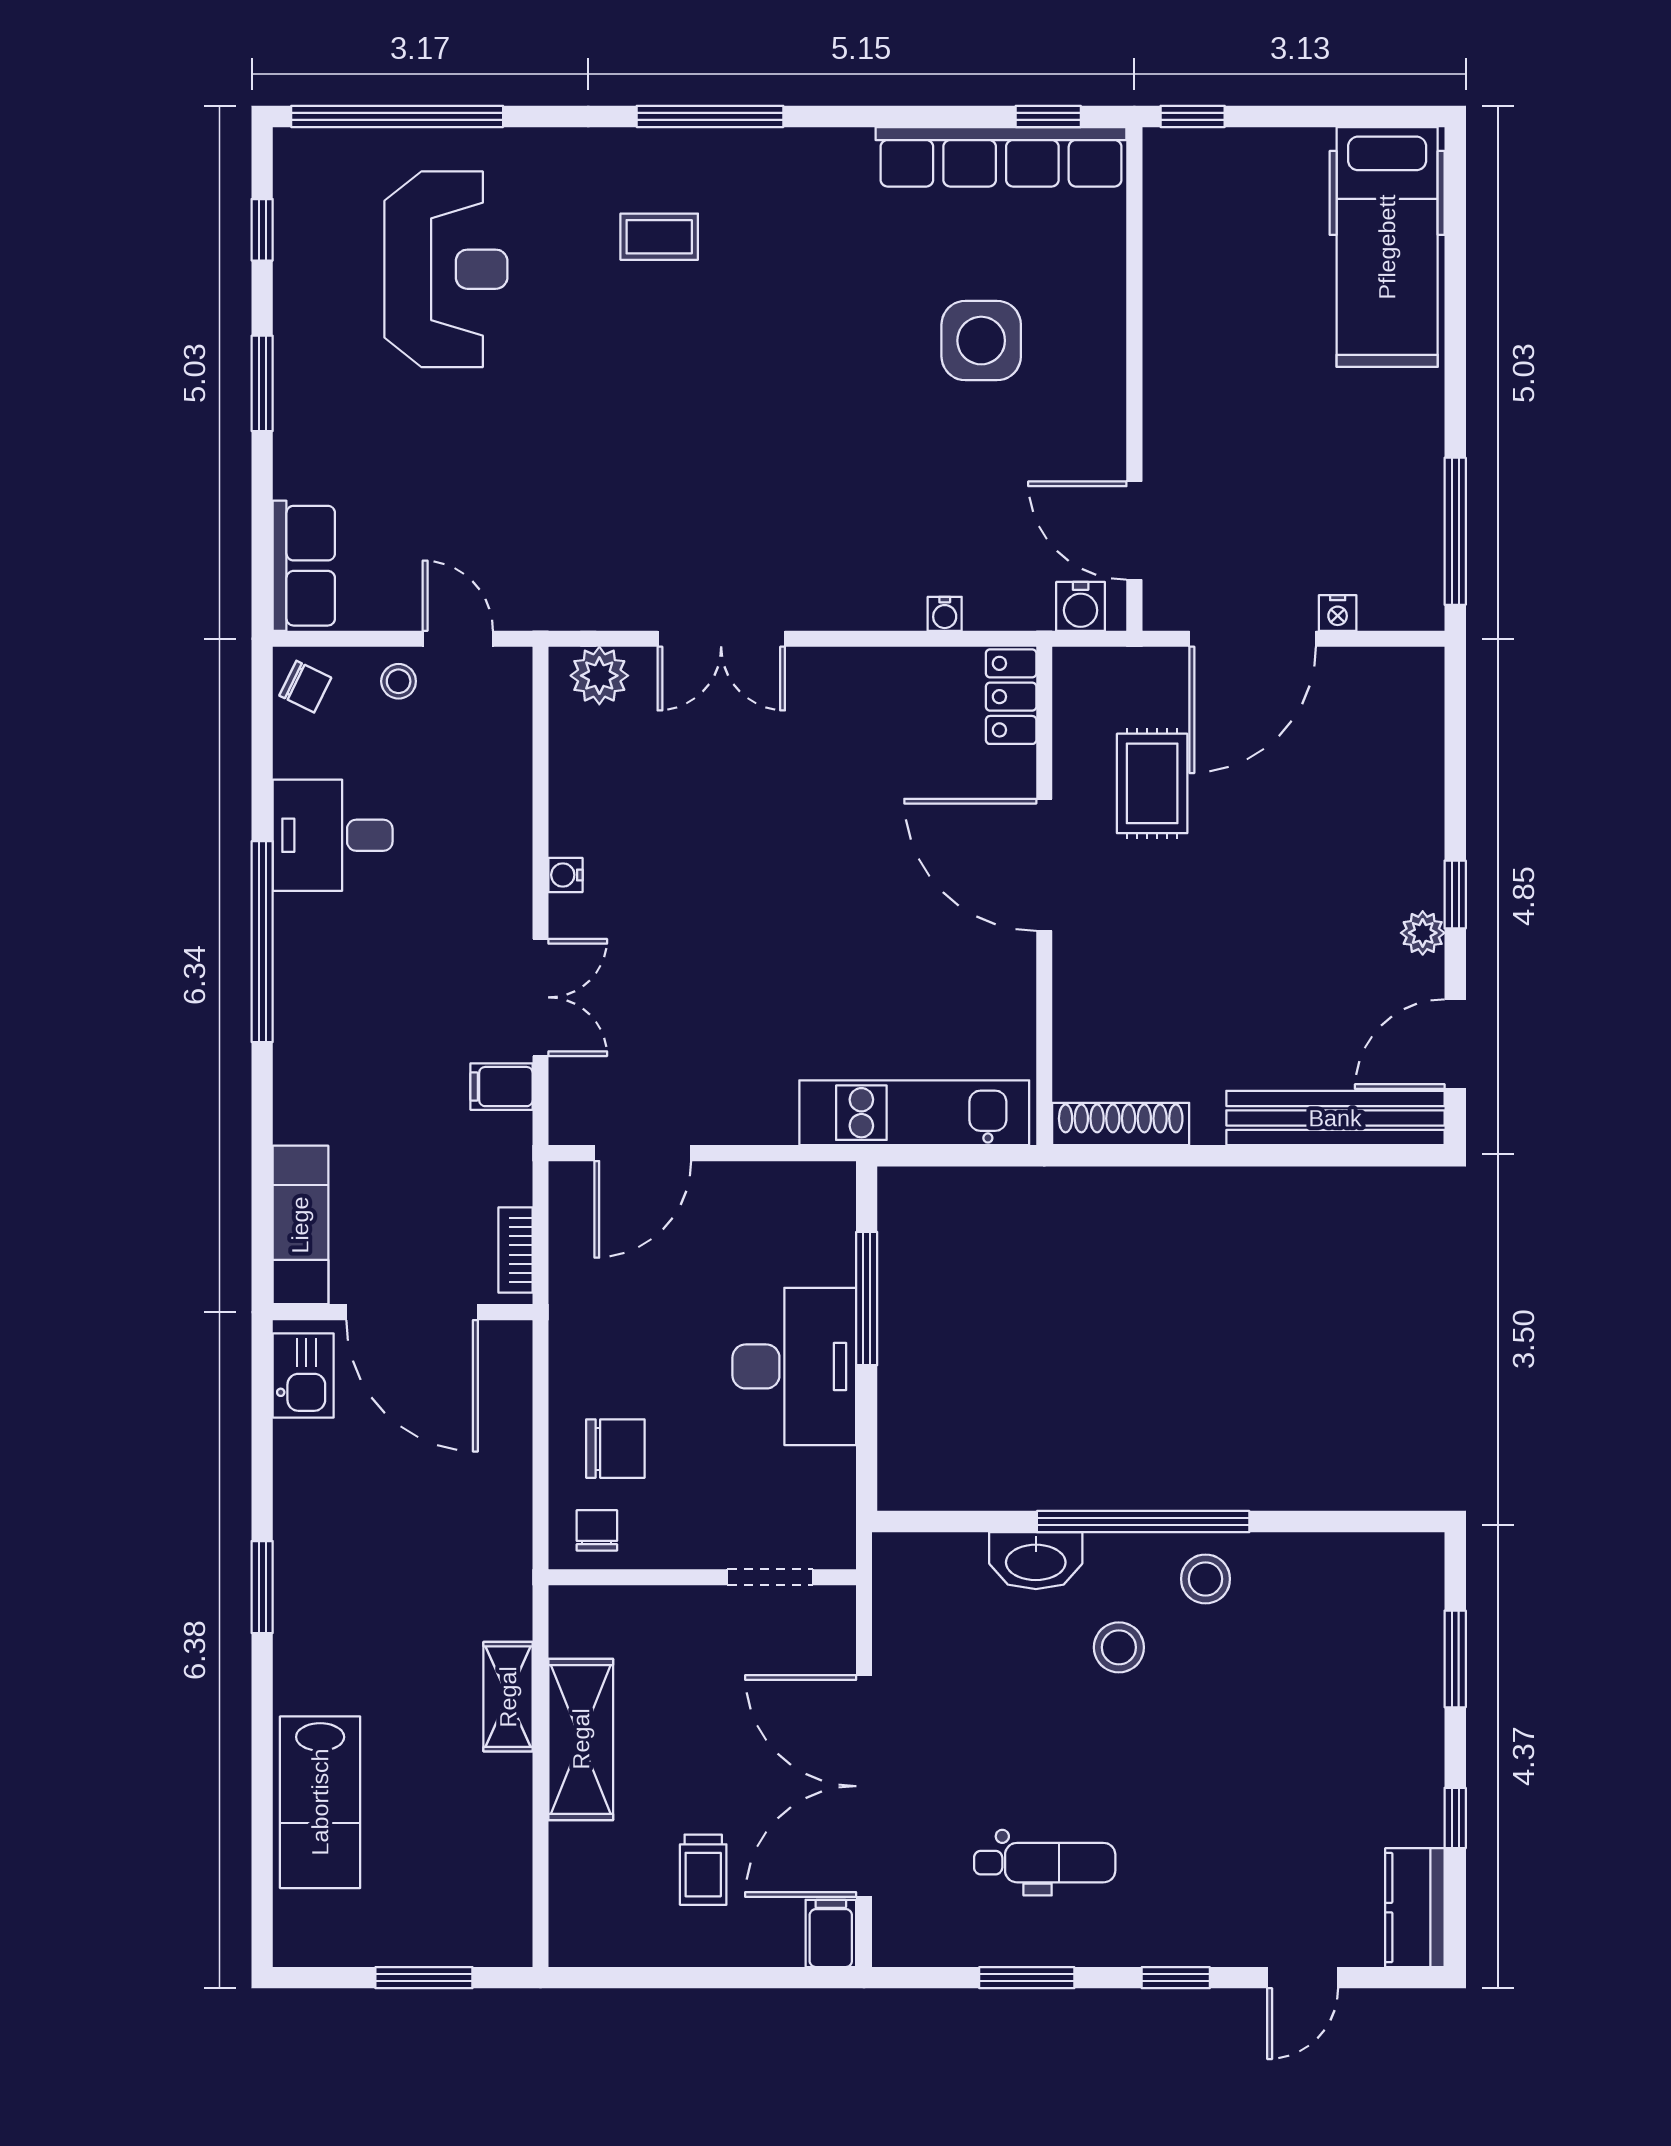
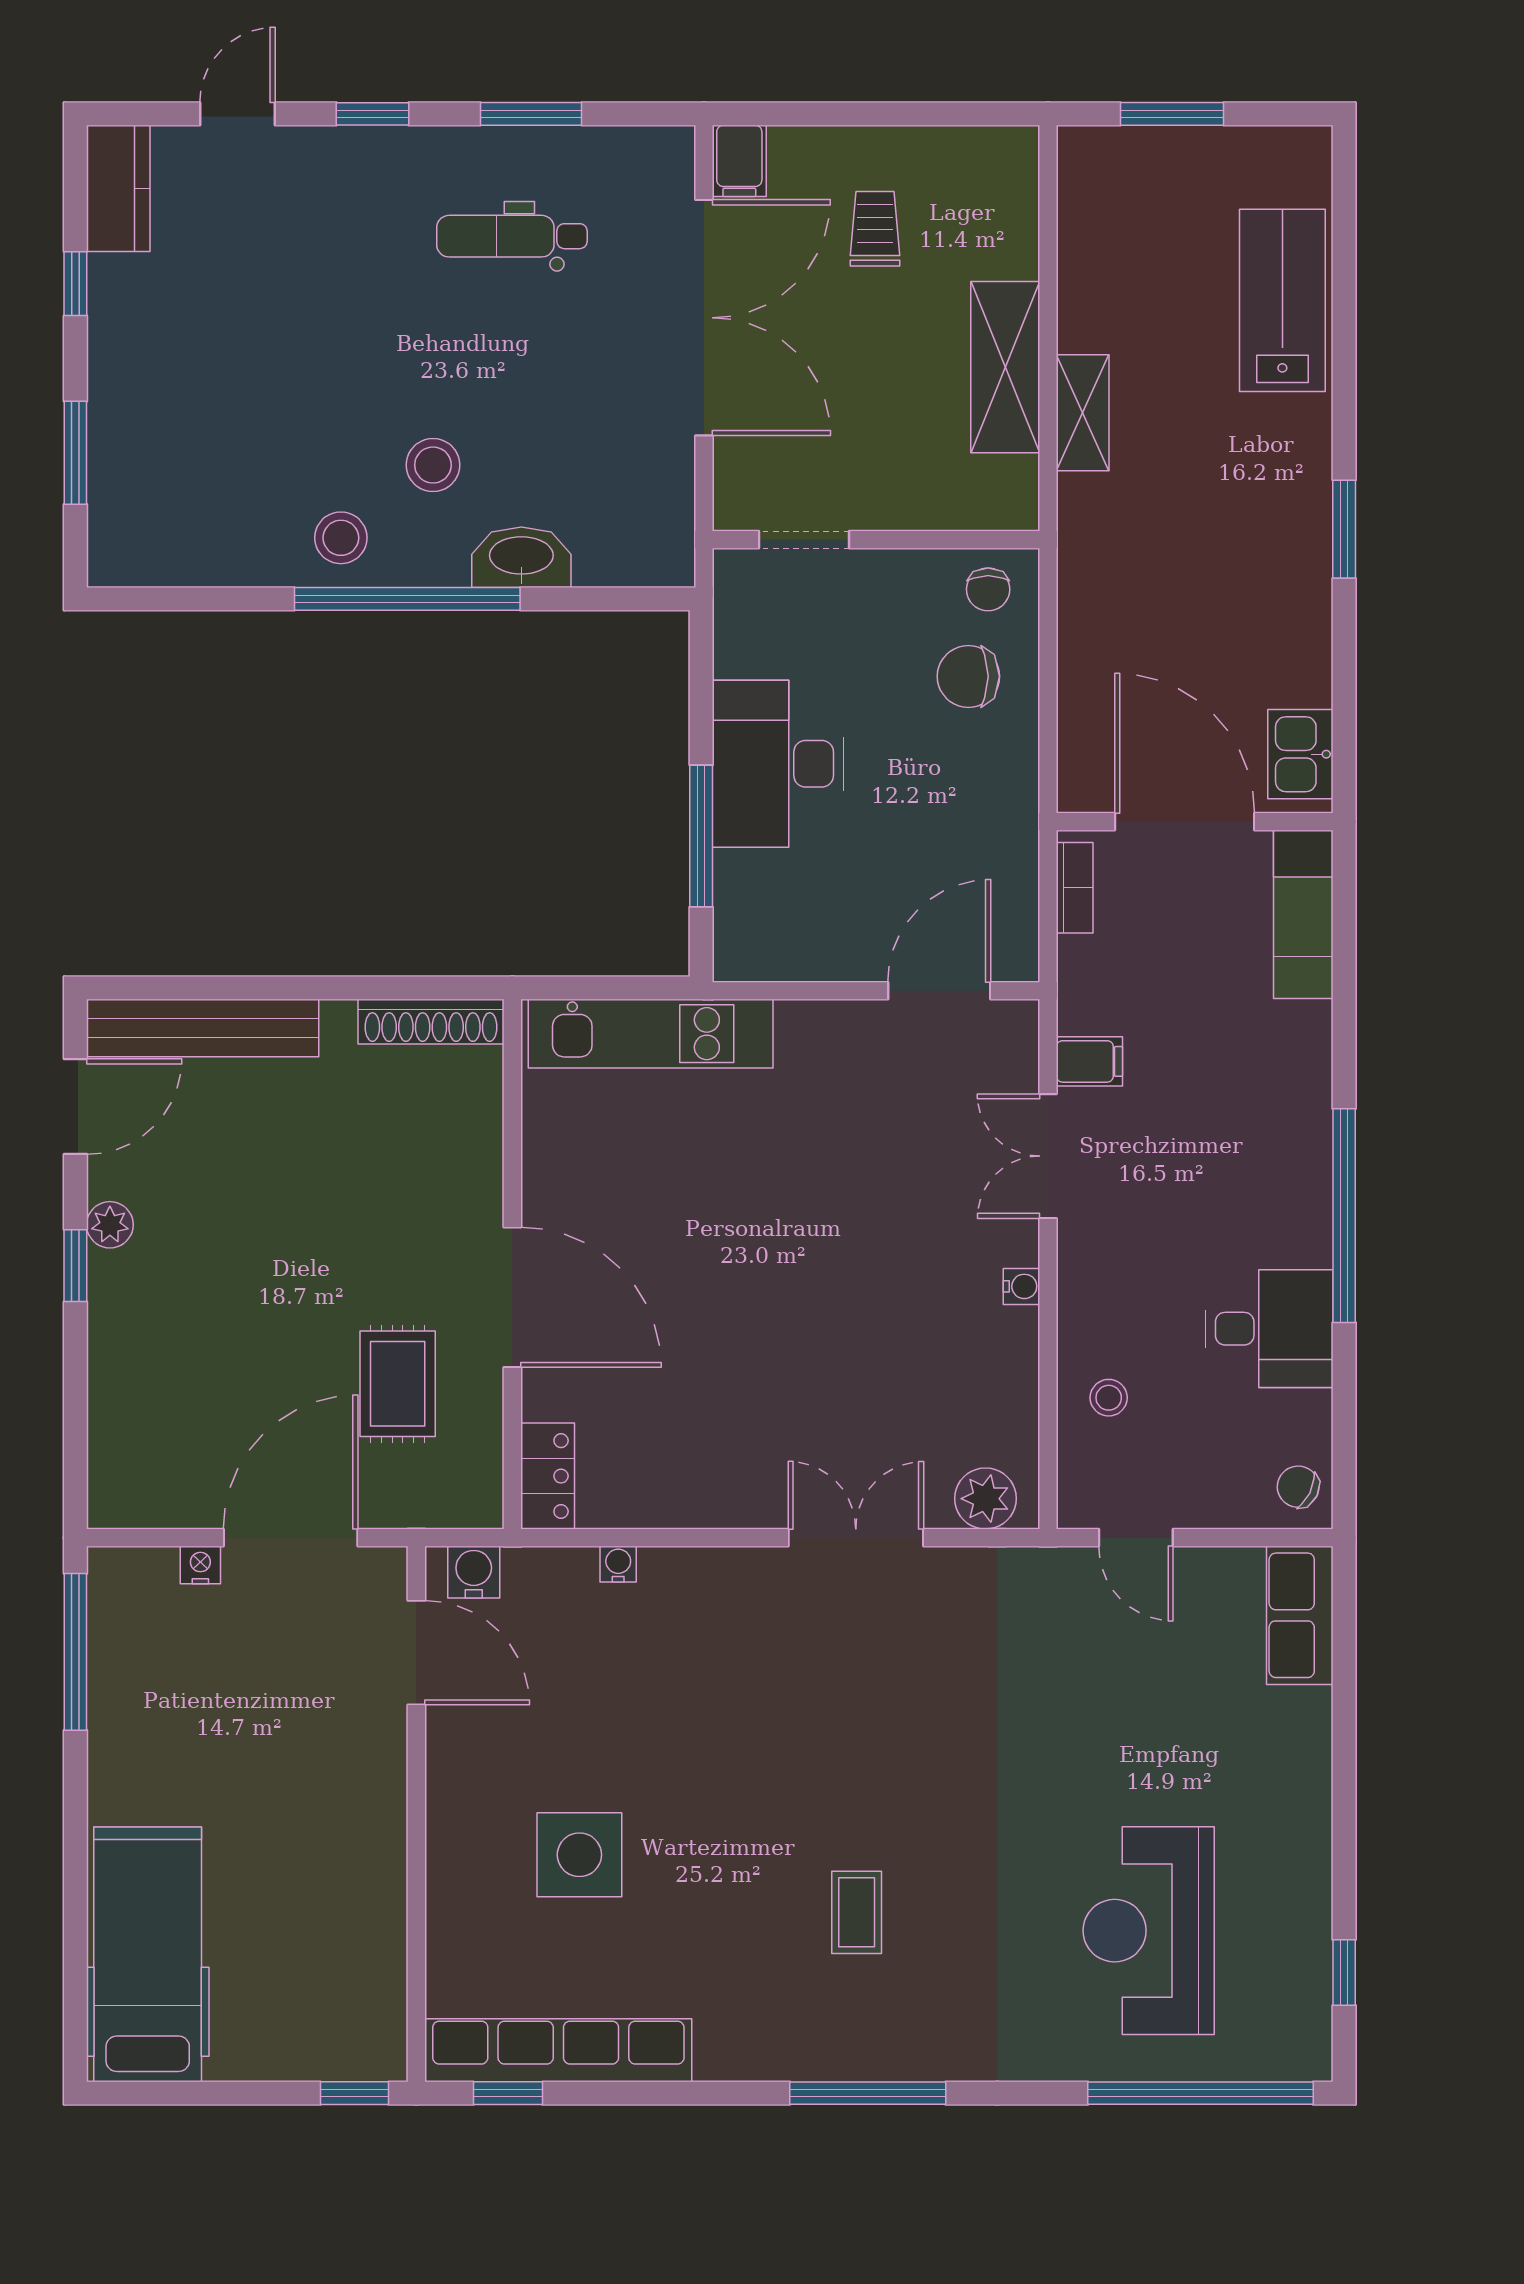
coffee table: (659, 237) -> (857, 1912), moved, turned 90
window: (262, 383) -> (1344, 1809), removed
stool: (399, 681) -> (1109, 1398), moved

